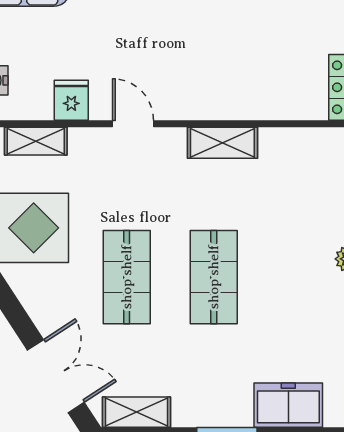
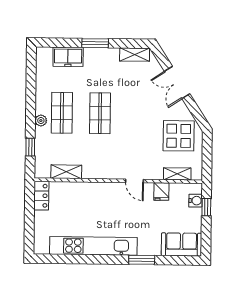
shelving: (222, 143) -> (66, 172), moved
shop shelf: (127, 277) -> (62, 113), moved
double door: (56, 376) -> (177, 83), moved

